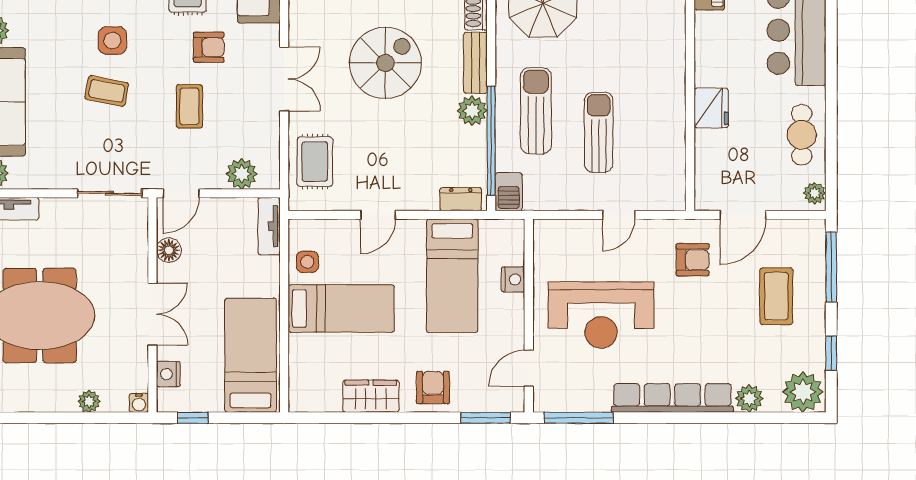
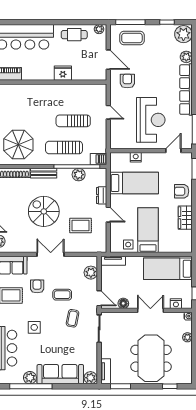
coffee table: (107, 91) -> (73, 318), moved
plant: (472, 111) -> (79, 175), moved
rug: (315, 162) -> (80, 225), moved
dresser: (461, 199) -> (102, 195), moved
coffee table: (776, 296) -> (132, 38), moved
door: (529, 368) -> (173, 151), swing flipped

